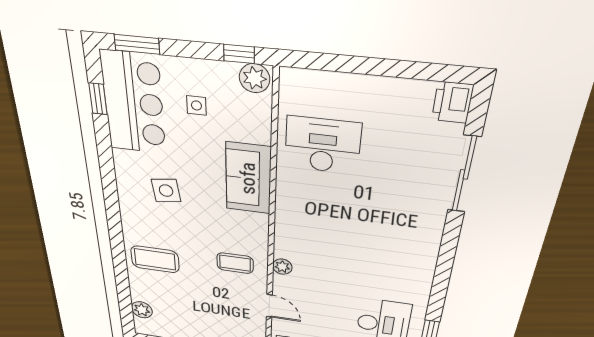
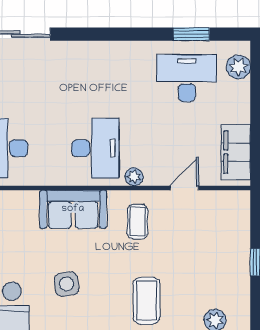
sofa: (248, 178) -> (73, 209), moved
desk: (316, 237) -> (95, 148), added

